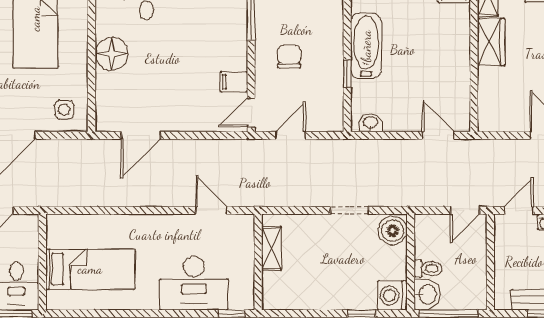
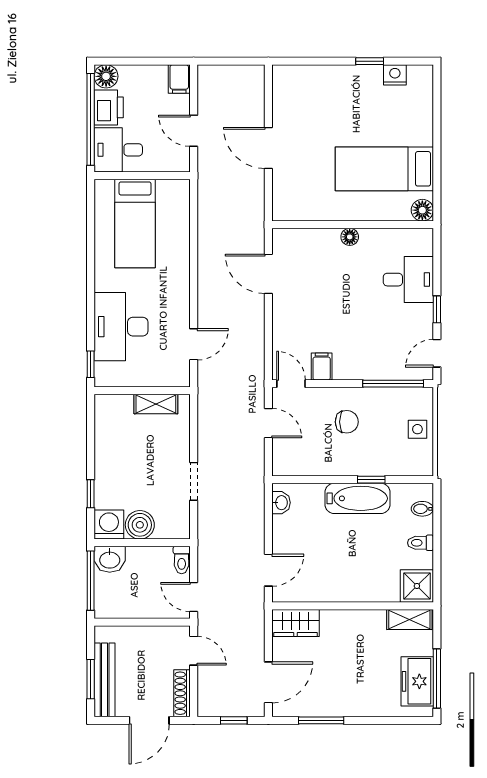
wardrobe: (491, 42) -> (295, 623), moved
floor lamp: (111, 54) -> (350, 237), width x0.53, depth x0.53
window: (347, 73) -> (371, 480), moved
side table: (64, 110) -> (294, 198), removed
boiler: (393, 231) -> (140, 525), moved
toilet: (428, 269) -> (182, 560), moved

